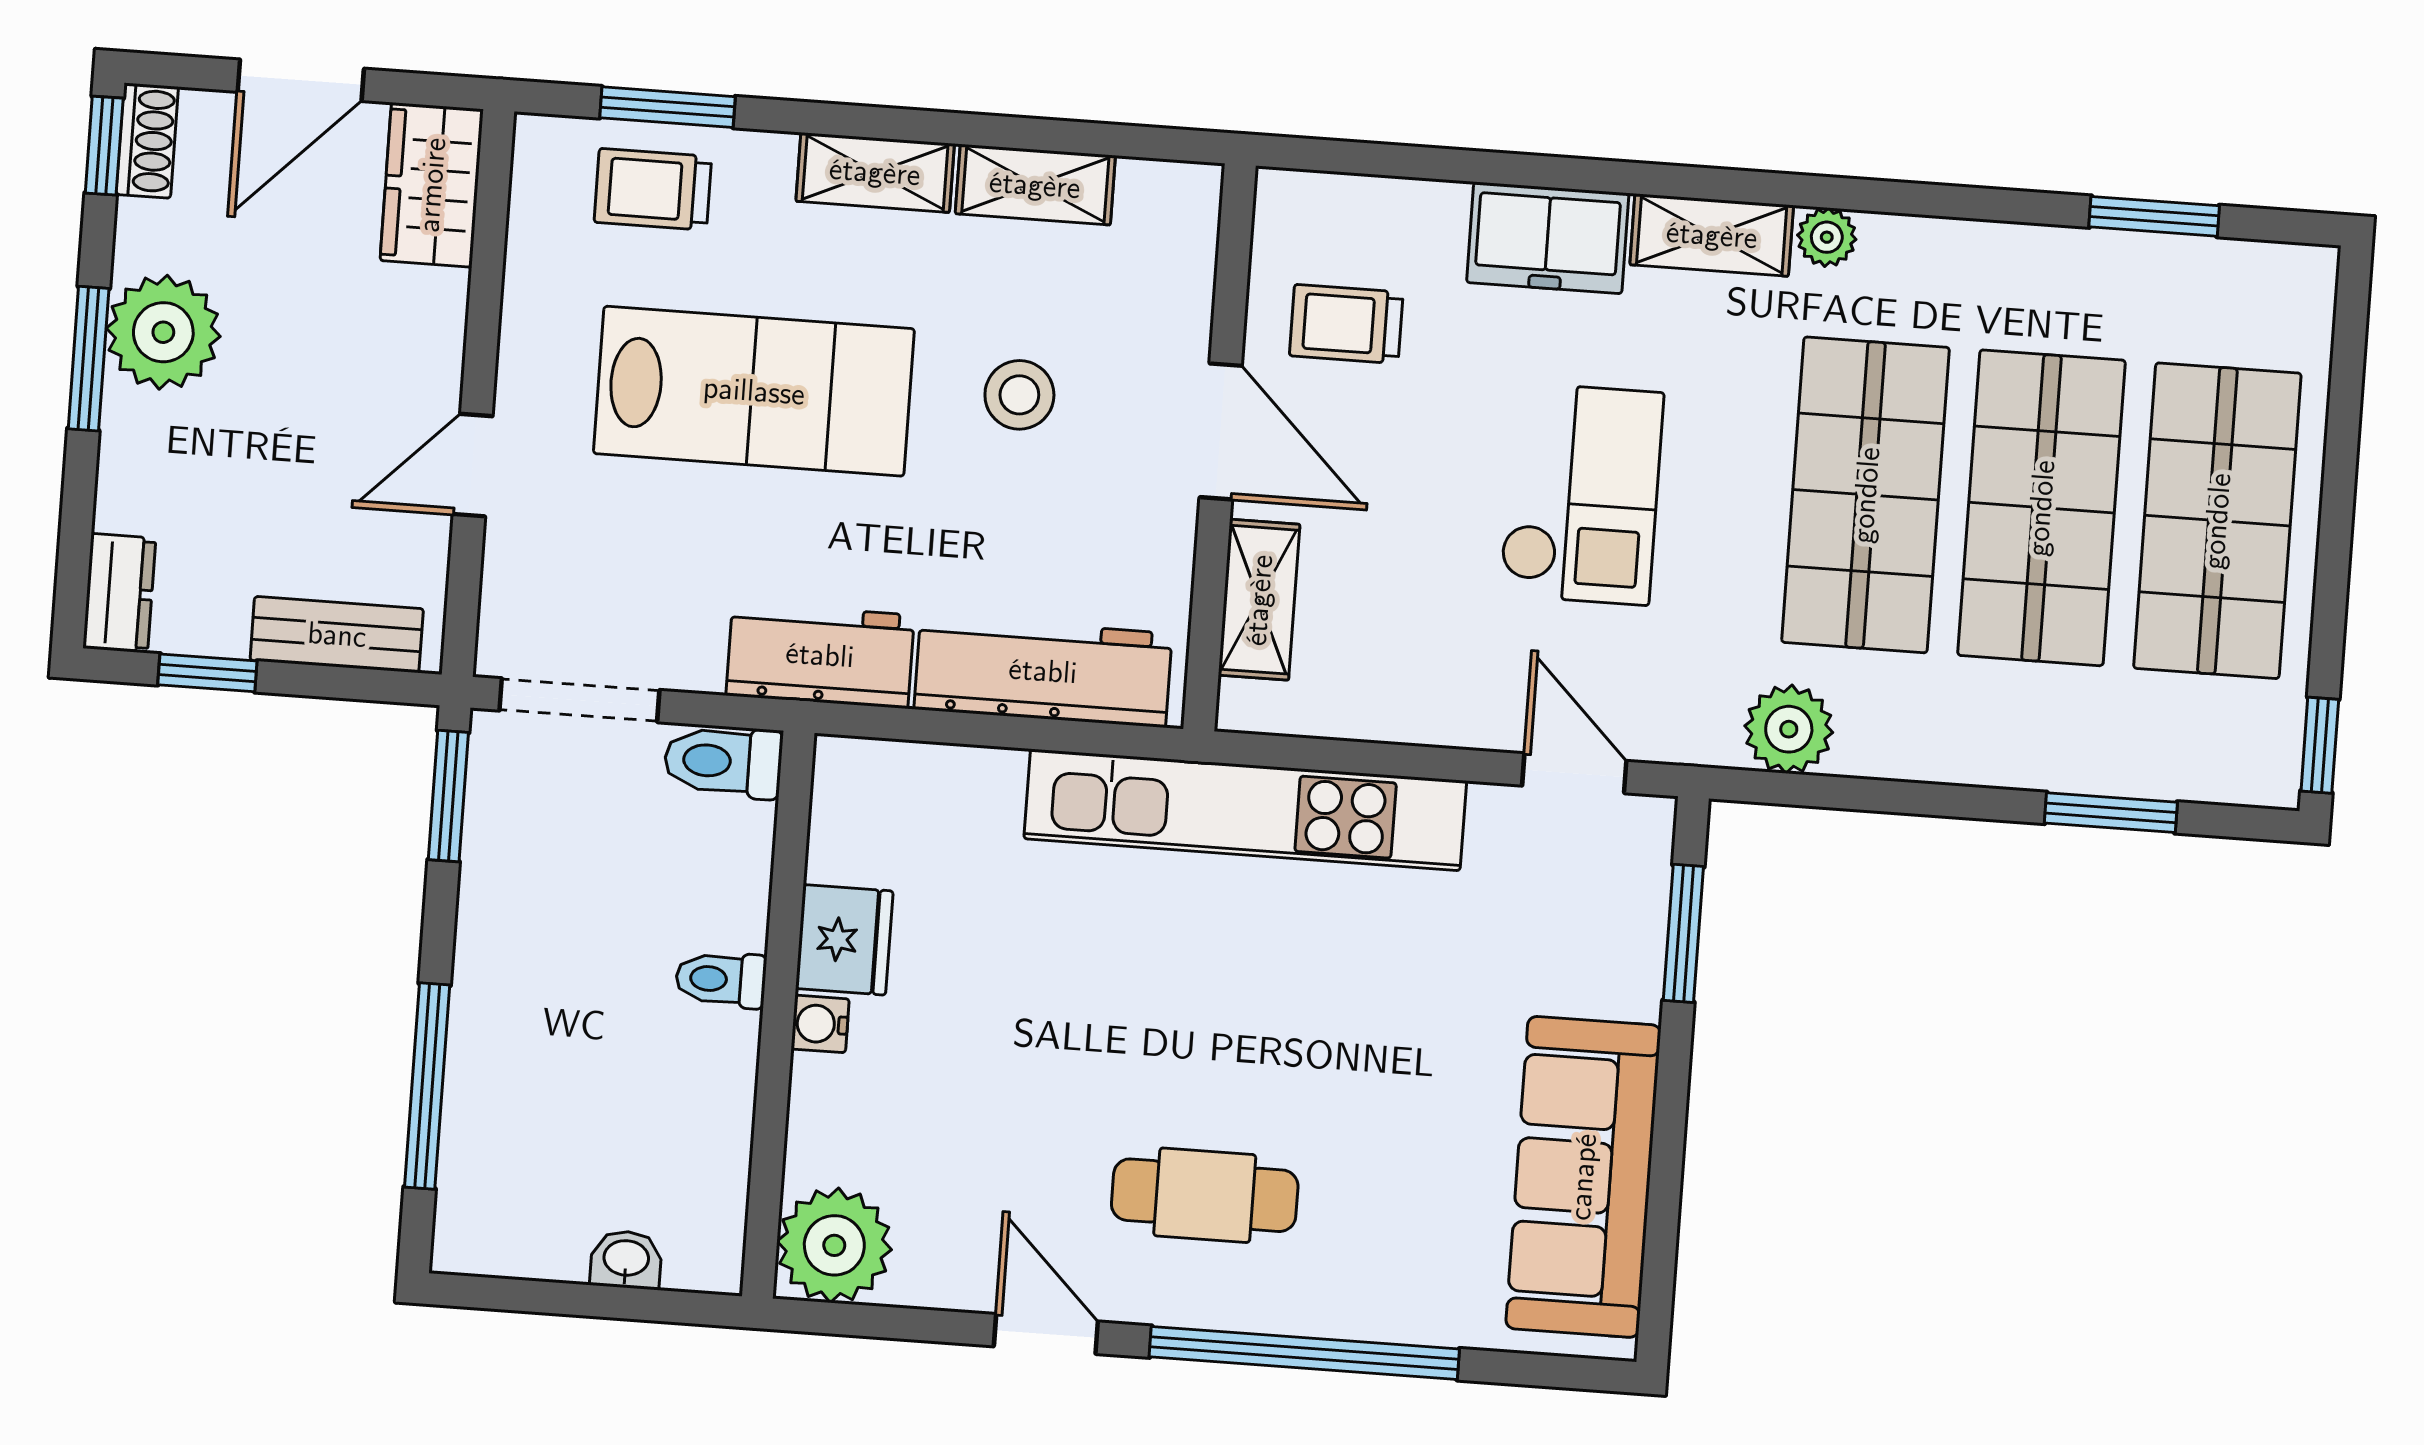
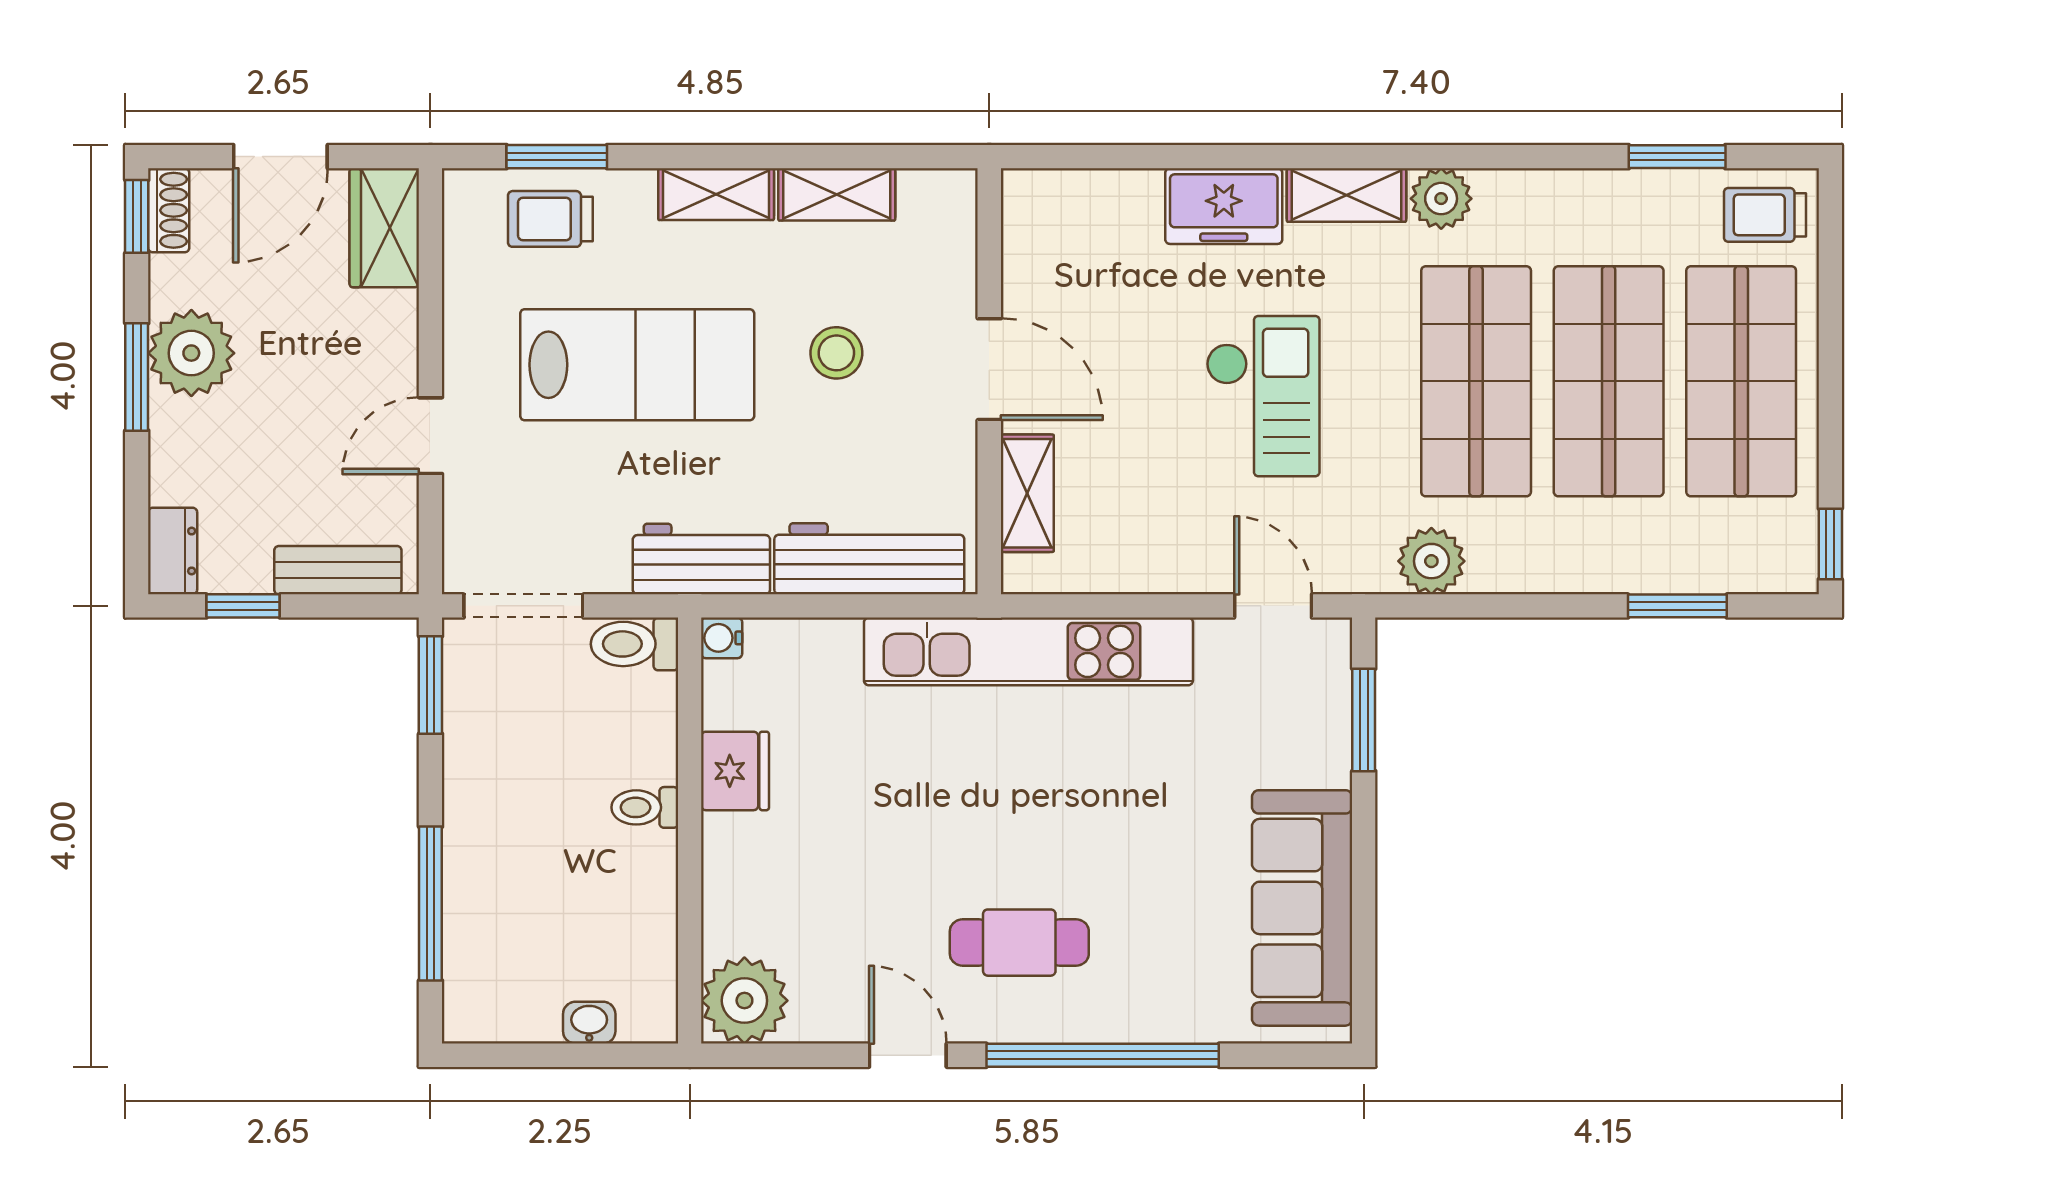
plant: (1827, 237) -> (1441, 199), width x1.38, depth x1.38
trolley: (1346, 324) -> (1765, 215), moved
water cooler: (820, 1024) -> (722, 638), moved

